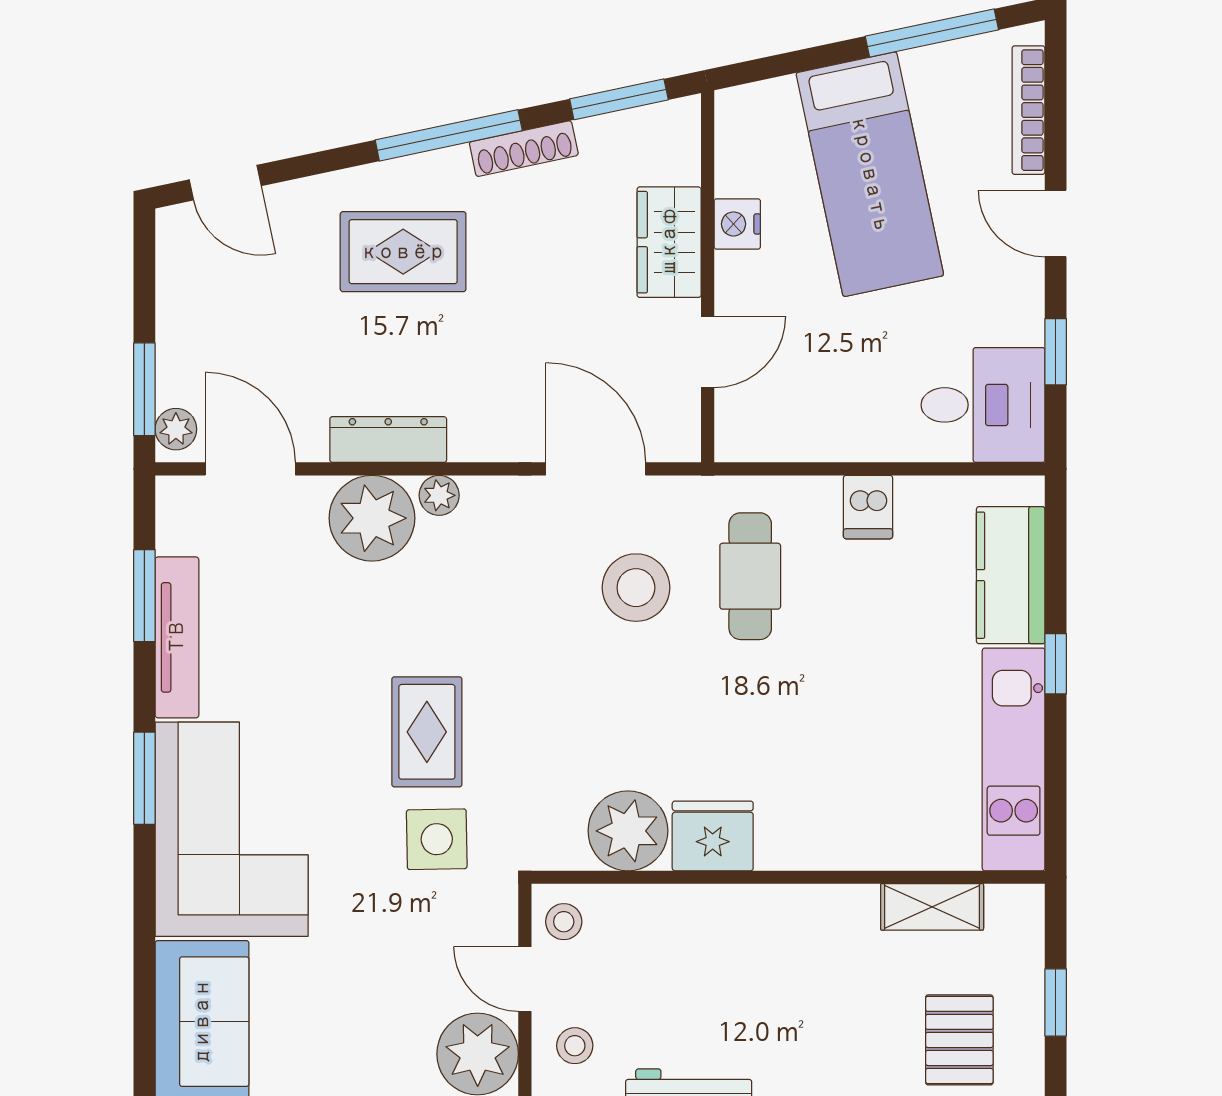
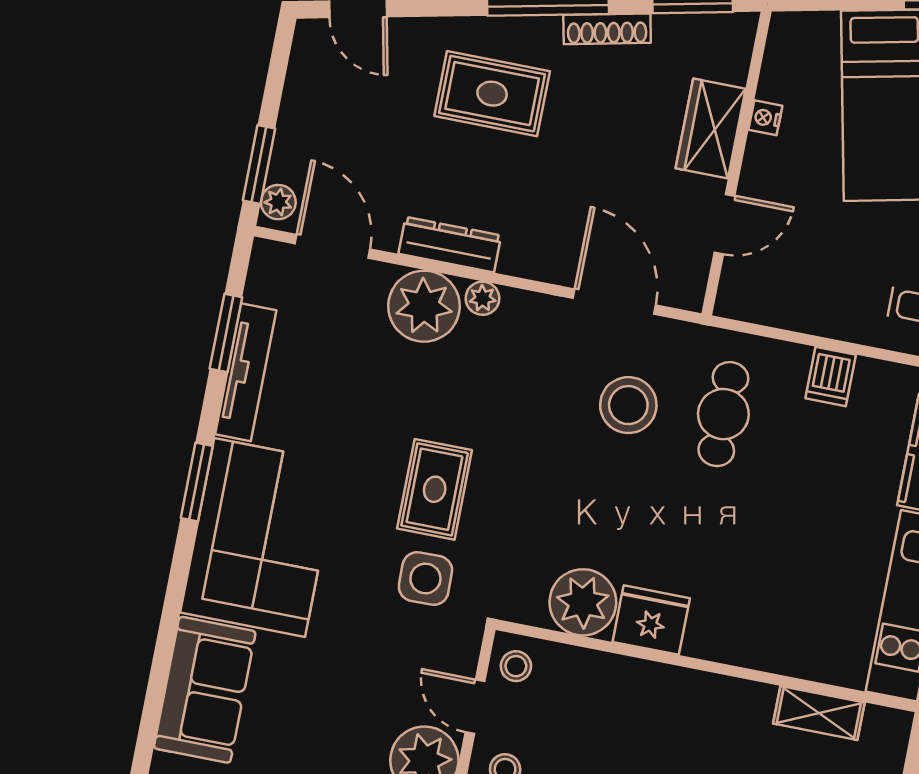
nightstand: (737, 224) -> (765, 118), width x0.72, depth x0.74

